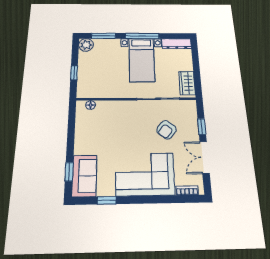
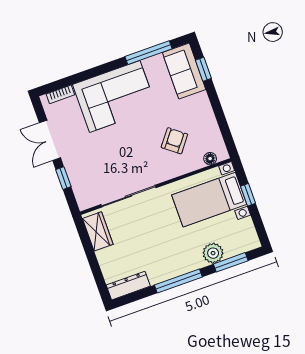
plant: (86, 45) -> (213, 253), moved
bed with nightstands: (142, 60) -> (209, 200), moved, turned -90
armchair: (166, 130) -> (174, 141), moved
double door: (205, 157) -> (50, 140), swing flipped
window: (107, 200) -> (149, 53), width x2.17

